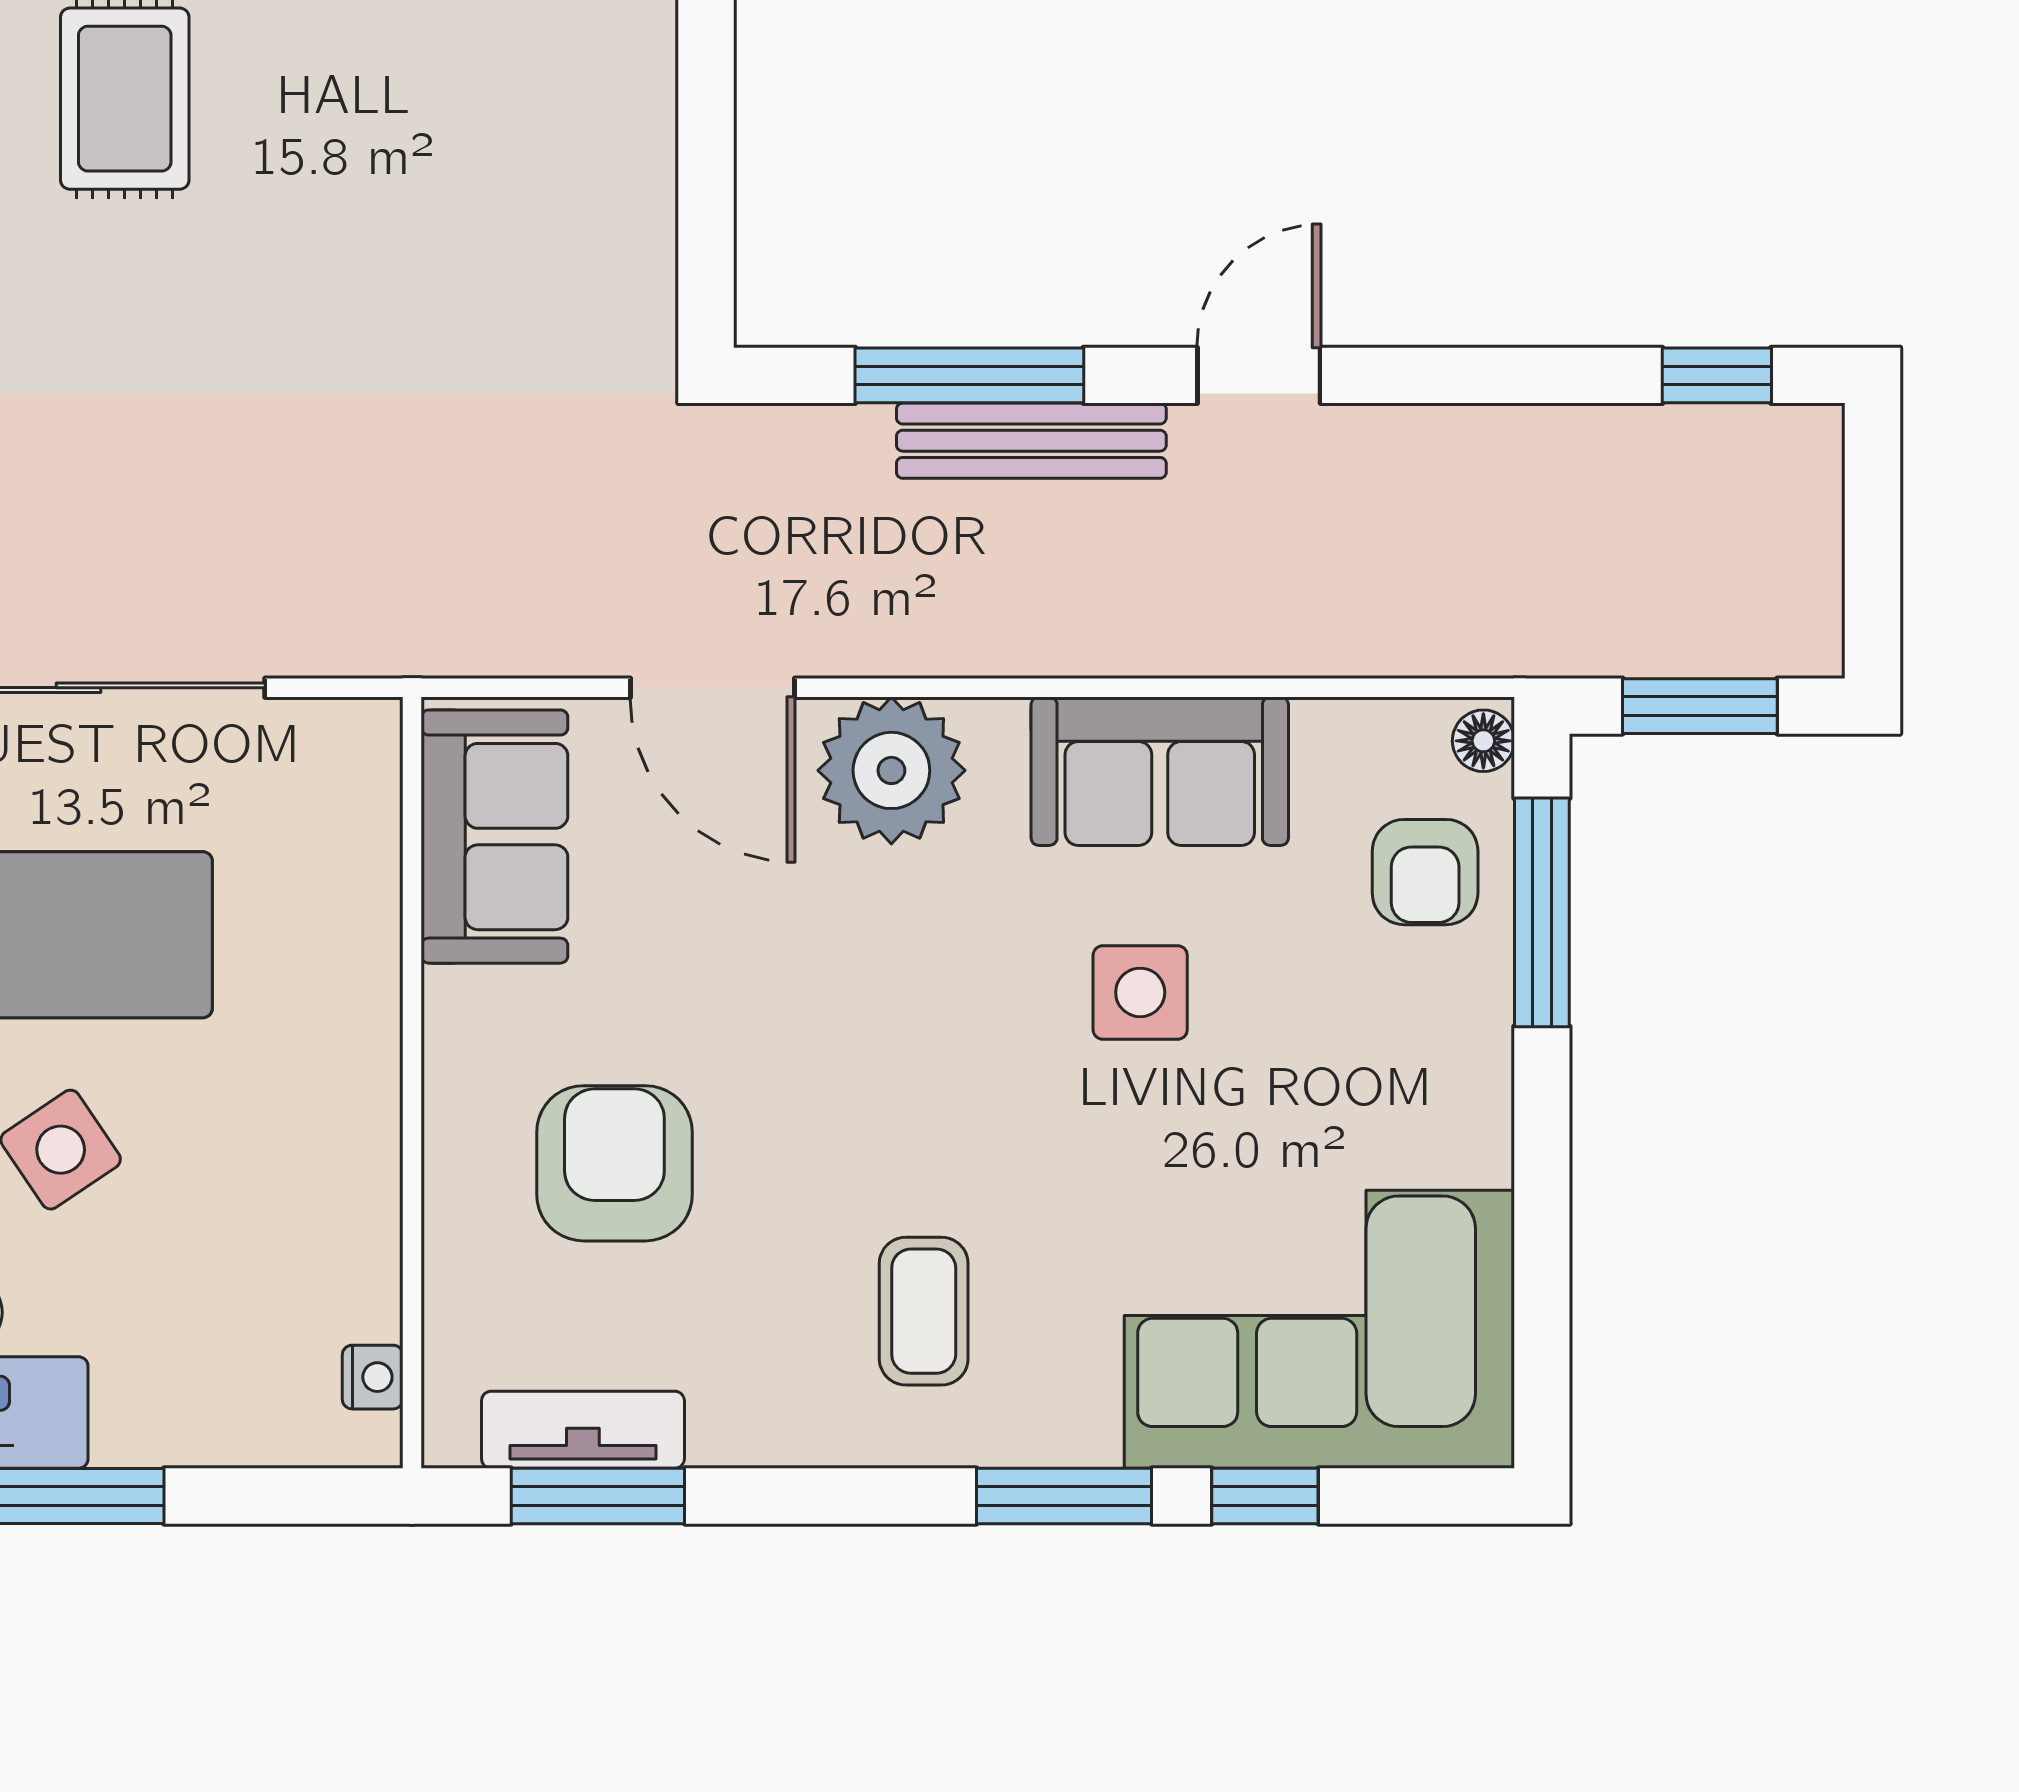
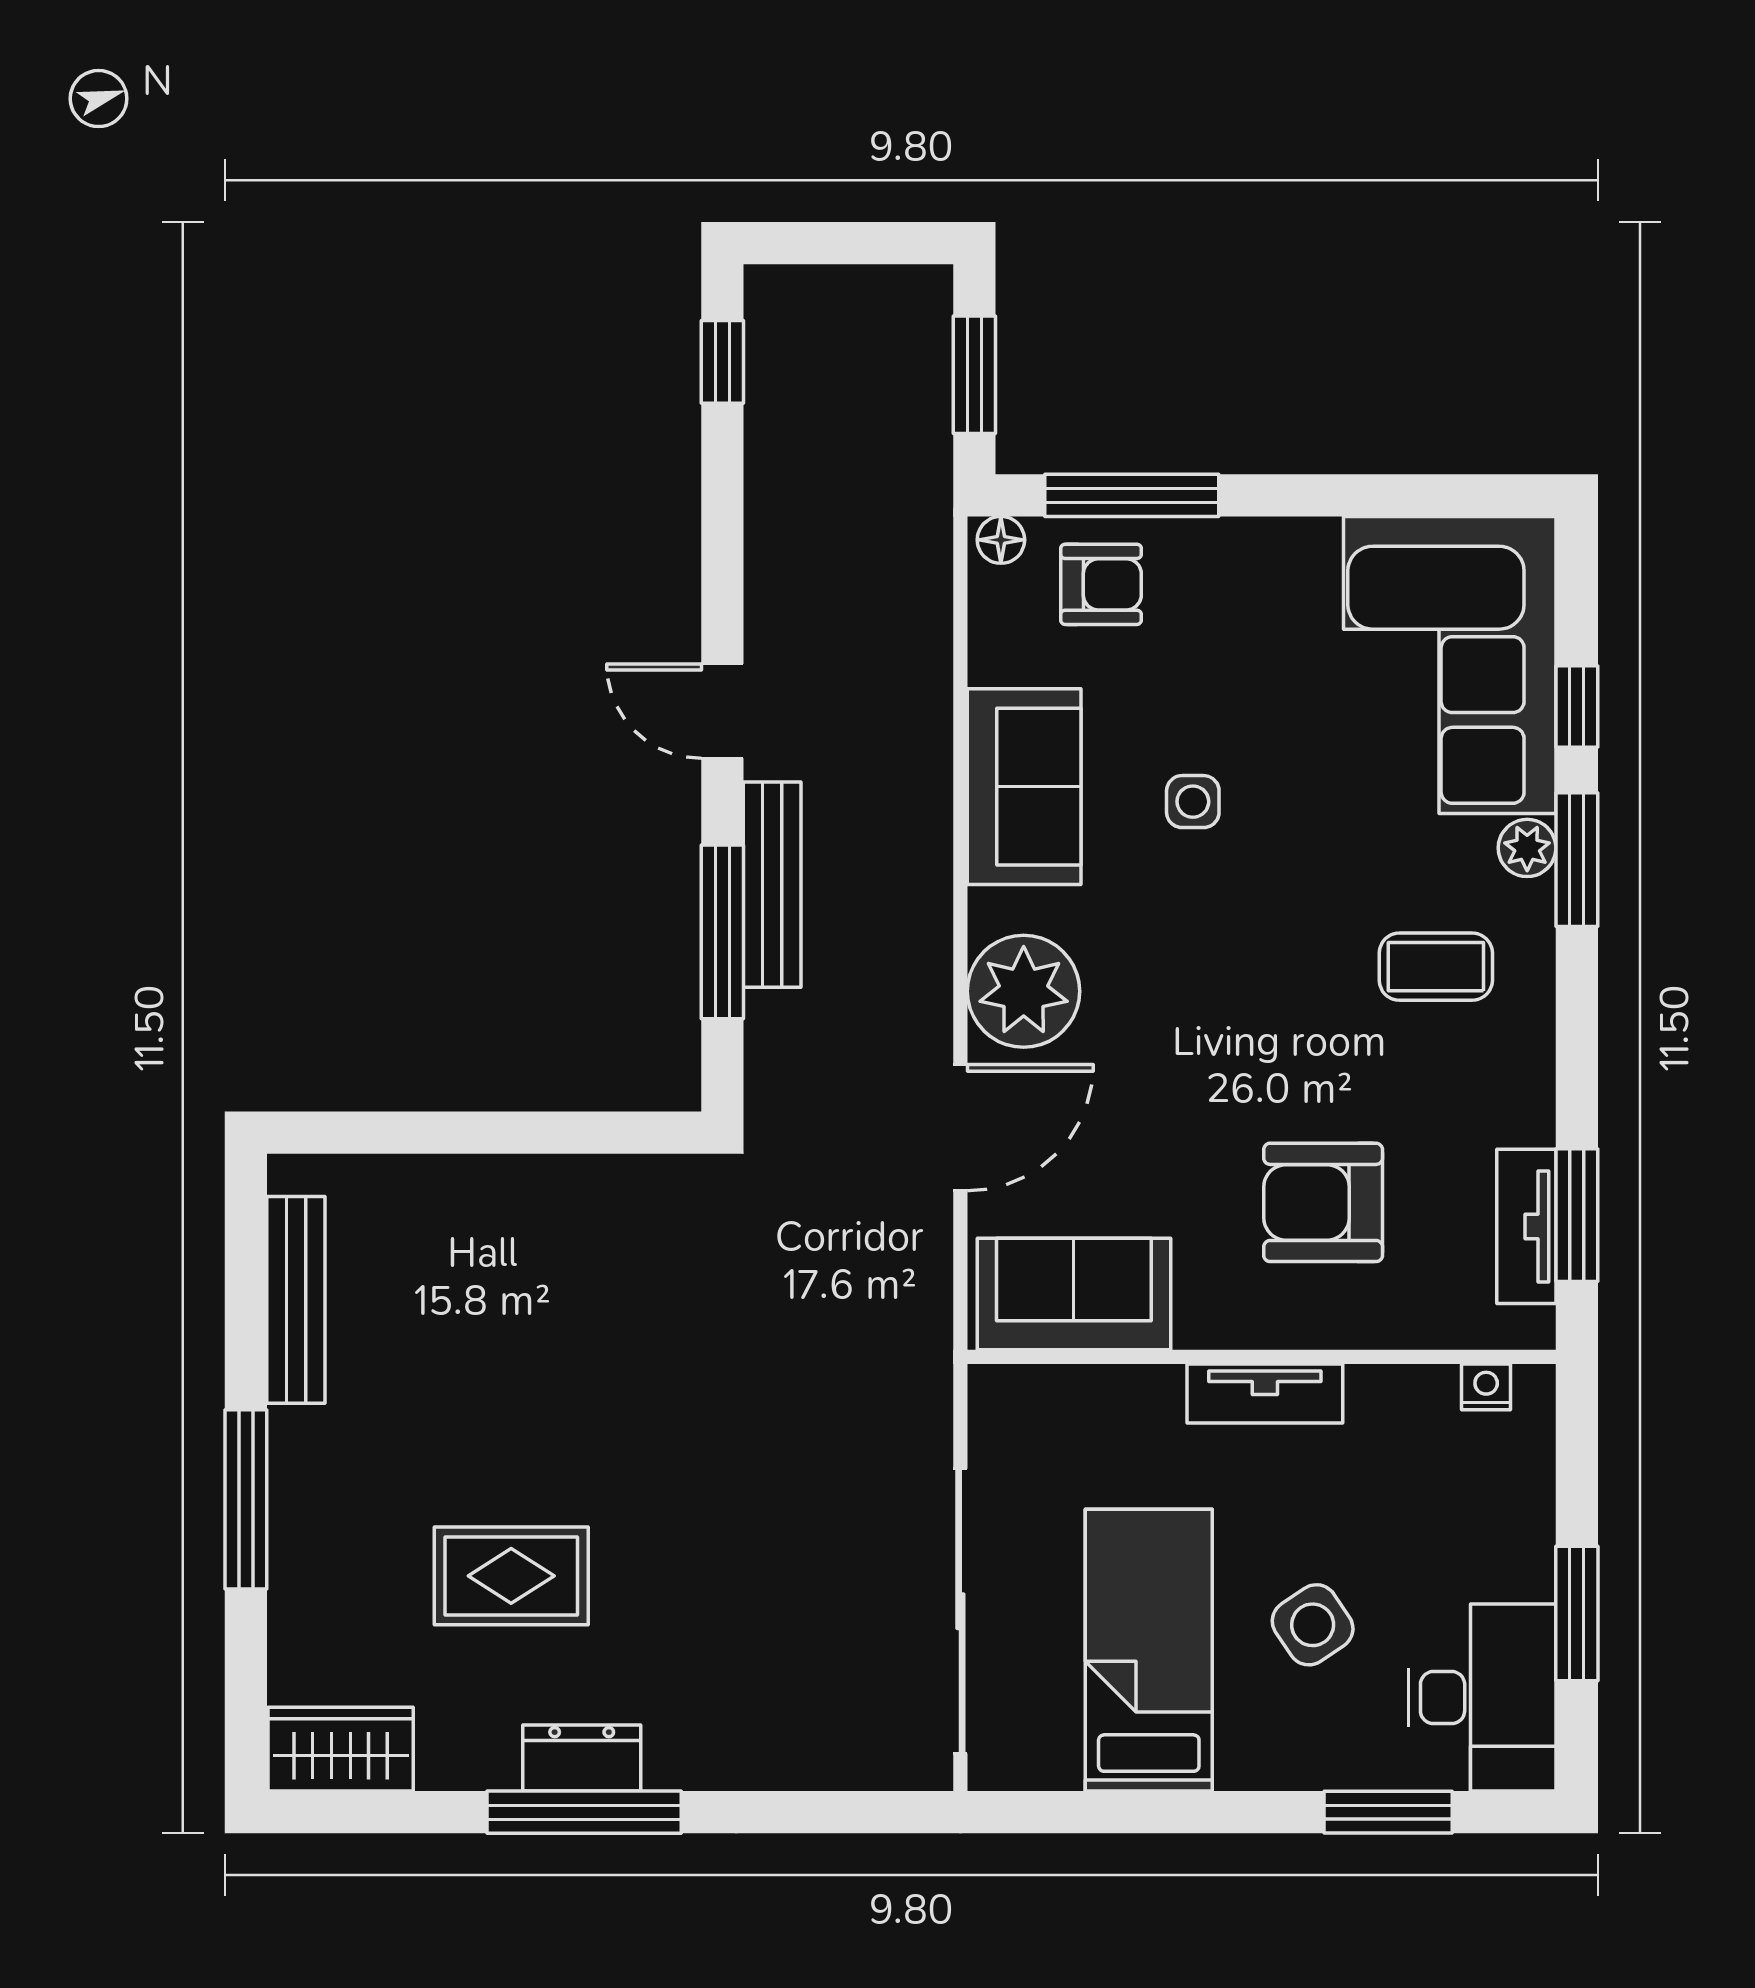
side table: (1140, 992) -> (1193, 802), width x0.73, depth x0.73
tv unit: (364, 1087) -> (1265, 1394), added
plant: (1079, 1431) -> (1527, 848), added

